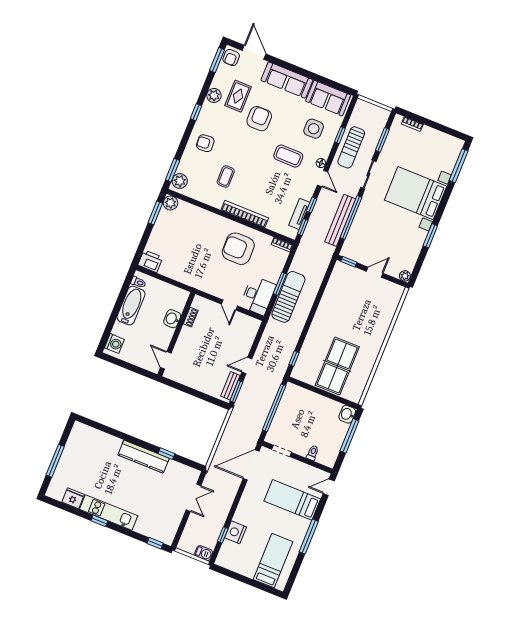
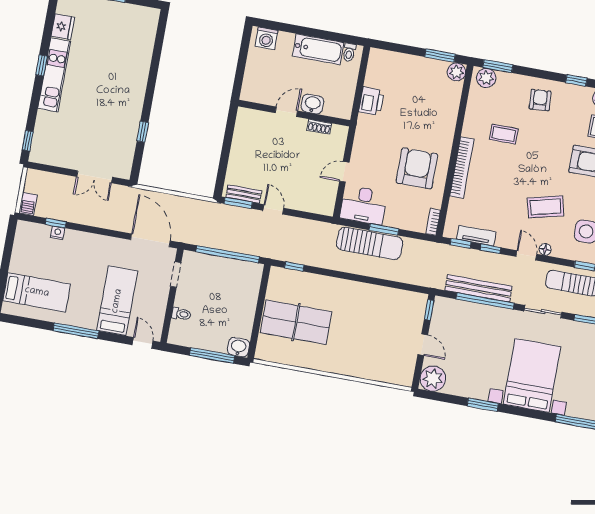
coffee table: (288, 156) -> (545, 207), turned 76
door: (322, 178) -> (526, 255), swing flipped
printer: (150, 261) -> (371, 101), moved
plant: (405, 276) -> (433, 379), width x1.88, depth x1.88
door: (166, 360) -> (286, 112), moved
kitchen counter: (144, 457) -> (133, 104), removed
nightstand: (236, 532) -> (58, 233), width x0.53, depth x0.56

